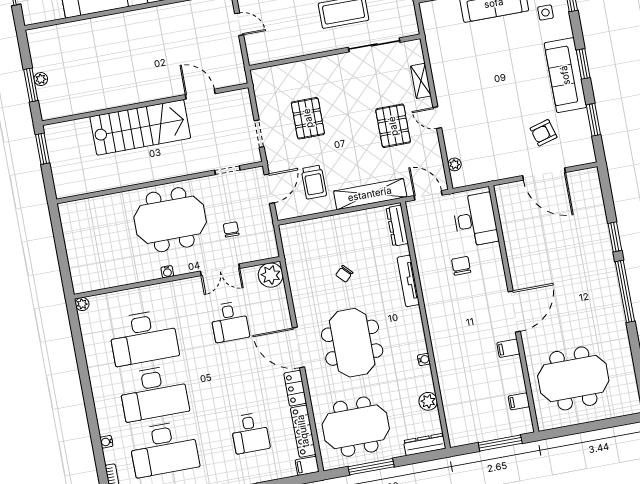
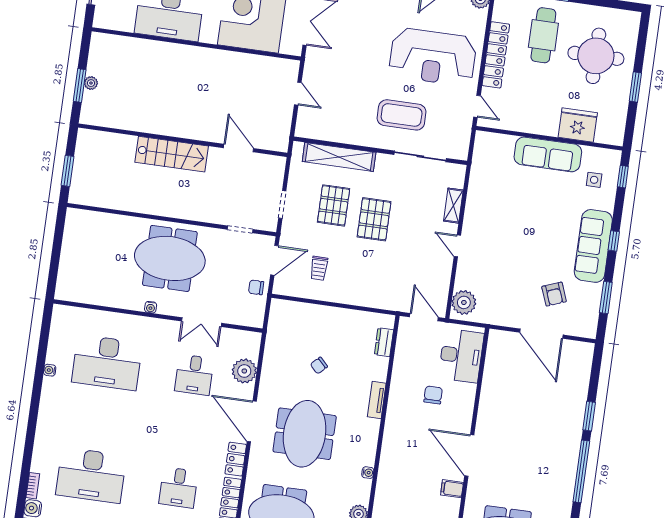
window: (583, 64) -> (614, 241), width x0.67
pallet: (393, 126) -> (374, 219), moved
stairs: (140, 127) -> (172, 154), width x0.73, depth x0.66
armchair: (544, 133) -> (554, 294), turned -95
window: (43, 149) -> (68, 171), moved
plant: (455, 164) -> (464, 302), width x1.88, depth x1.88
trolley: (314, 182) -> (319, 268), width x0.73, depth x0.72
shelving: (370, 194) -> (339, 157), moved
dresser: (397, 226) -> (384, 342), width x0.70
chair: (231, 229) -> (256, 287), moved, turned -90
plant: (271, 275) -> (244, 371), moved
tv unit: (408, 281) -> (377, 400), width x0.71
plant: (82, 304) -> (59, 311), removed
door: (514, 311) -> (469, 455), swing flipped
desk: (154, 393) -> (99, 419), removed
water cooler: (106, 442) -> (50, 370), moved

